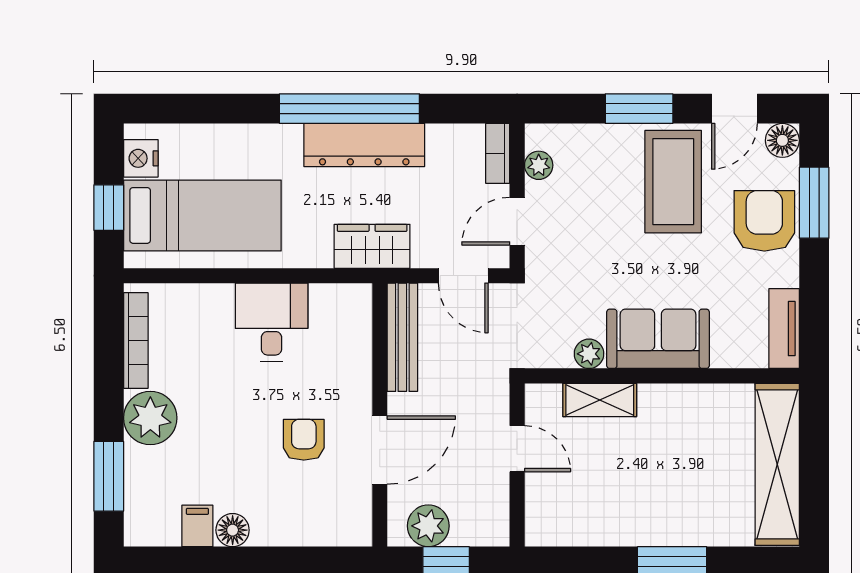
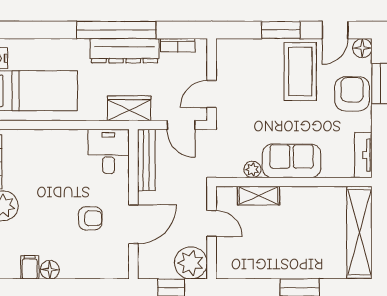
bookcase: (498, 153) -> (178, 45), moved, turned -90
plant: (539, 165) -> (224, 62), removed
desk: (272, 322) -> (109, 151), moved
armchair: (304, 440) -> (90, 218), turned 90
plant: (428, 526) -> (191, 263), moved, width x1.36, depth x1.36

